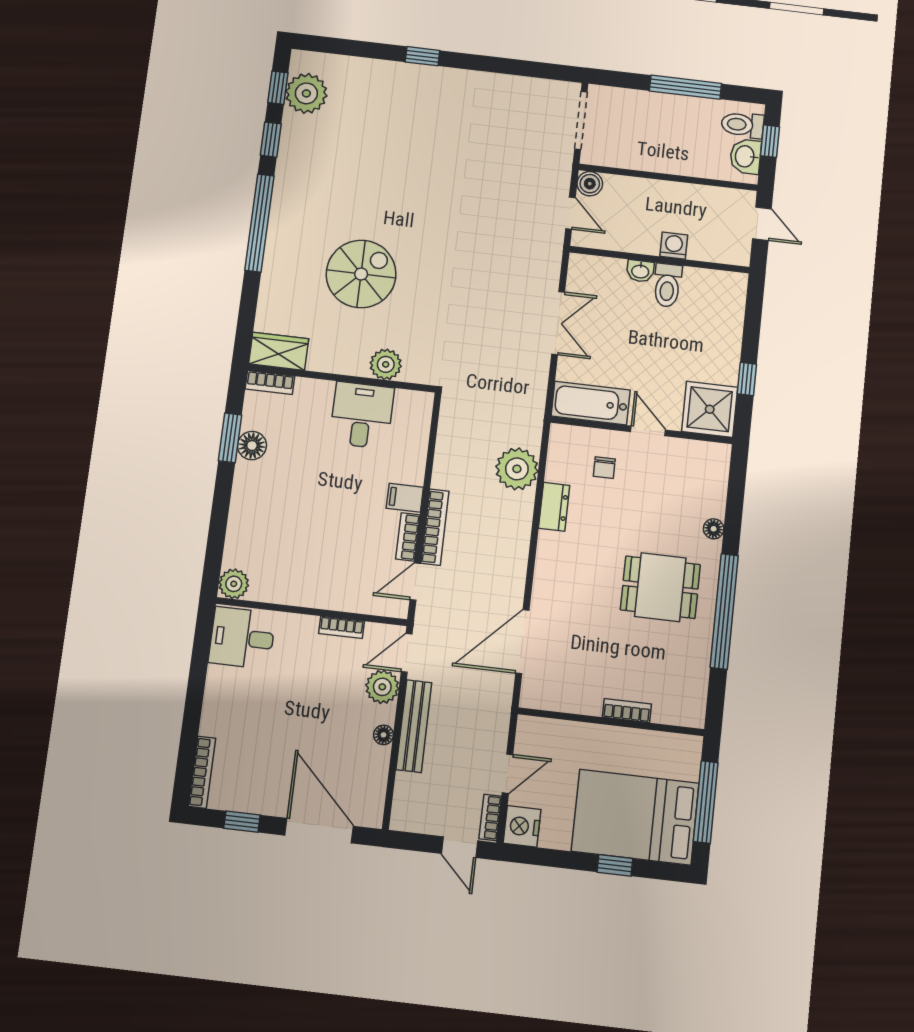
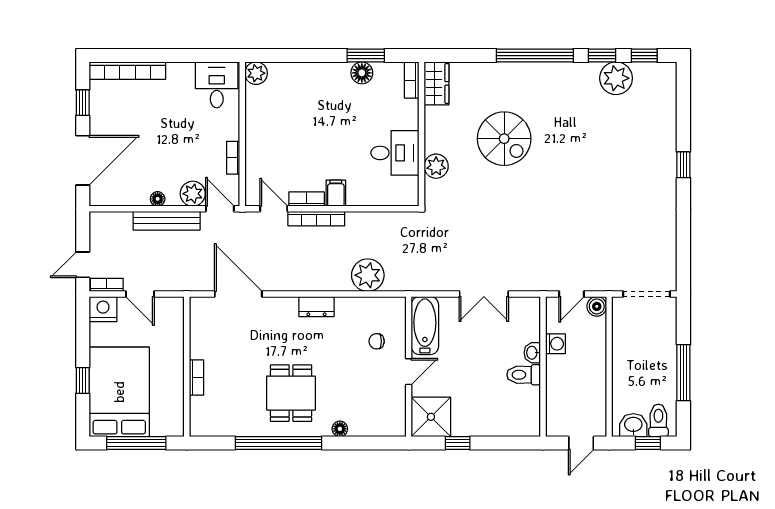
plant: (306, 93) -> (616, 78), moved
washing machine: (674, 246) -> (555, 344), moved
dresser: (554, 507) -> (316, 307), moved
bookcase: (202, 772) -> (127, 71), width x1.48, depth x1.31

